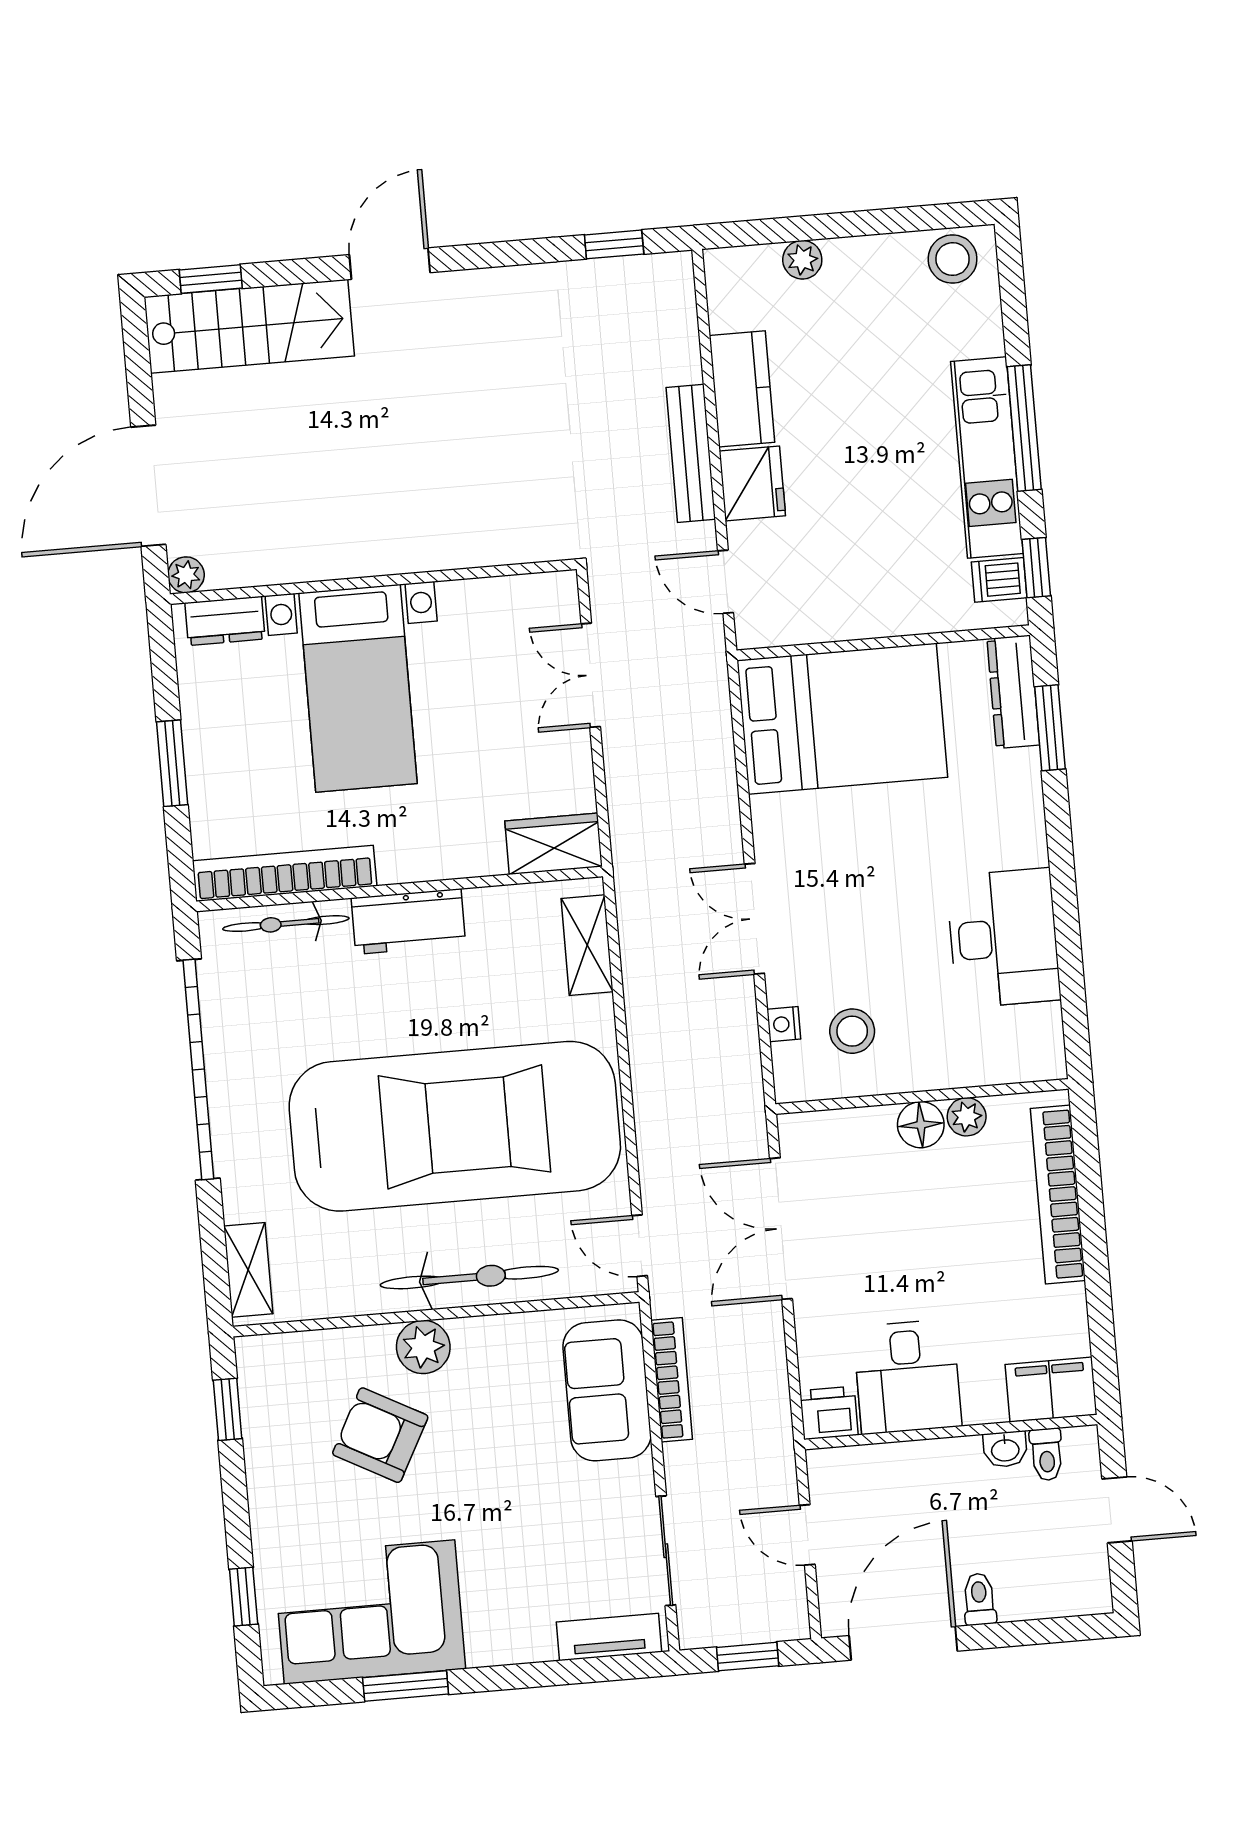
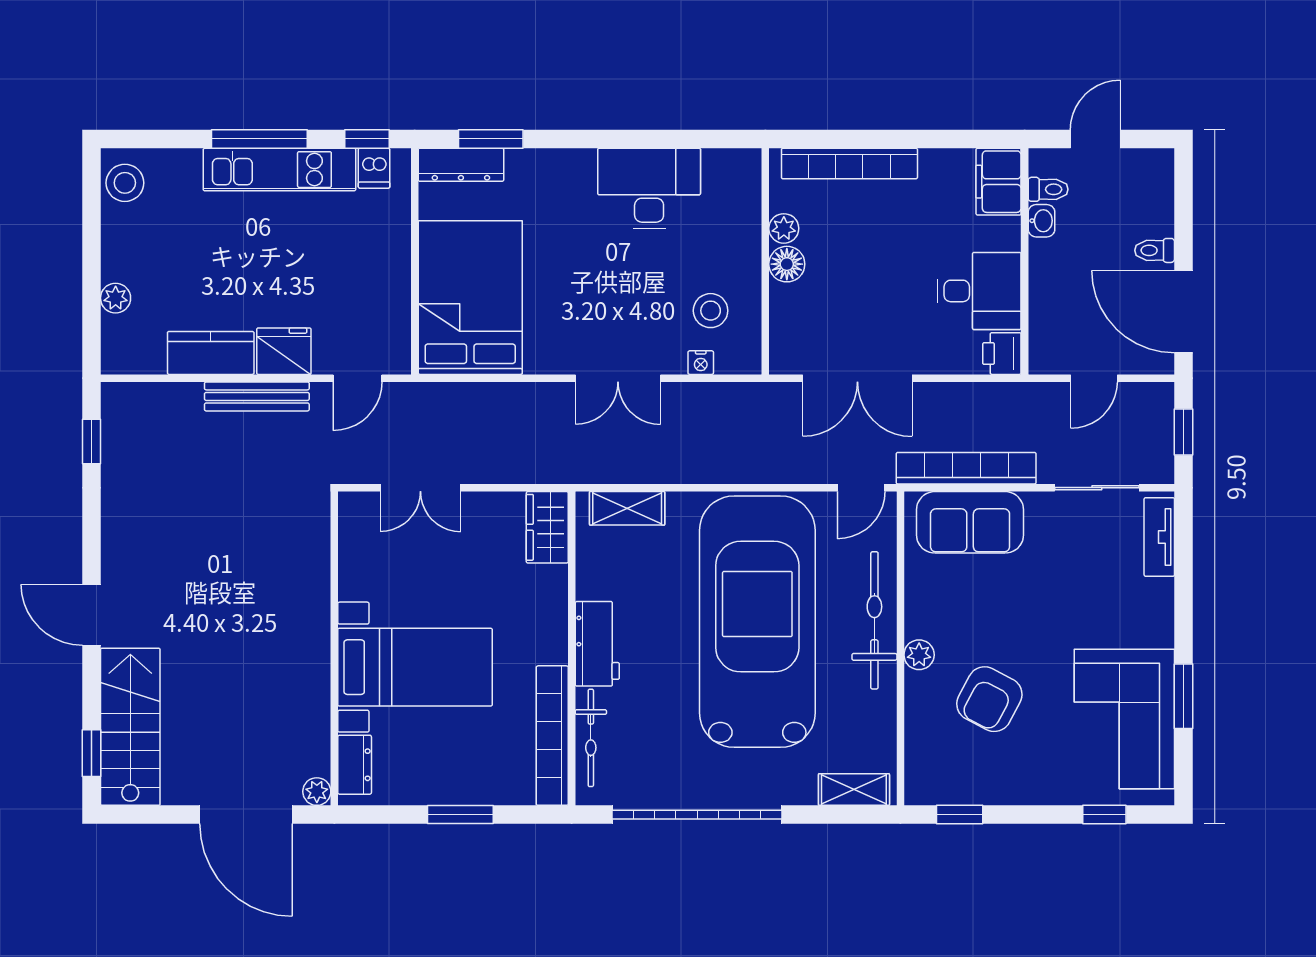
plant: (423, 1347) -> (919, 655), width x0.73, depth x0.73
bookcase: (672, 1380) -> (966, 468), width x1.48, depth x1.31

